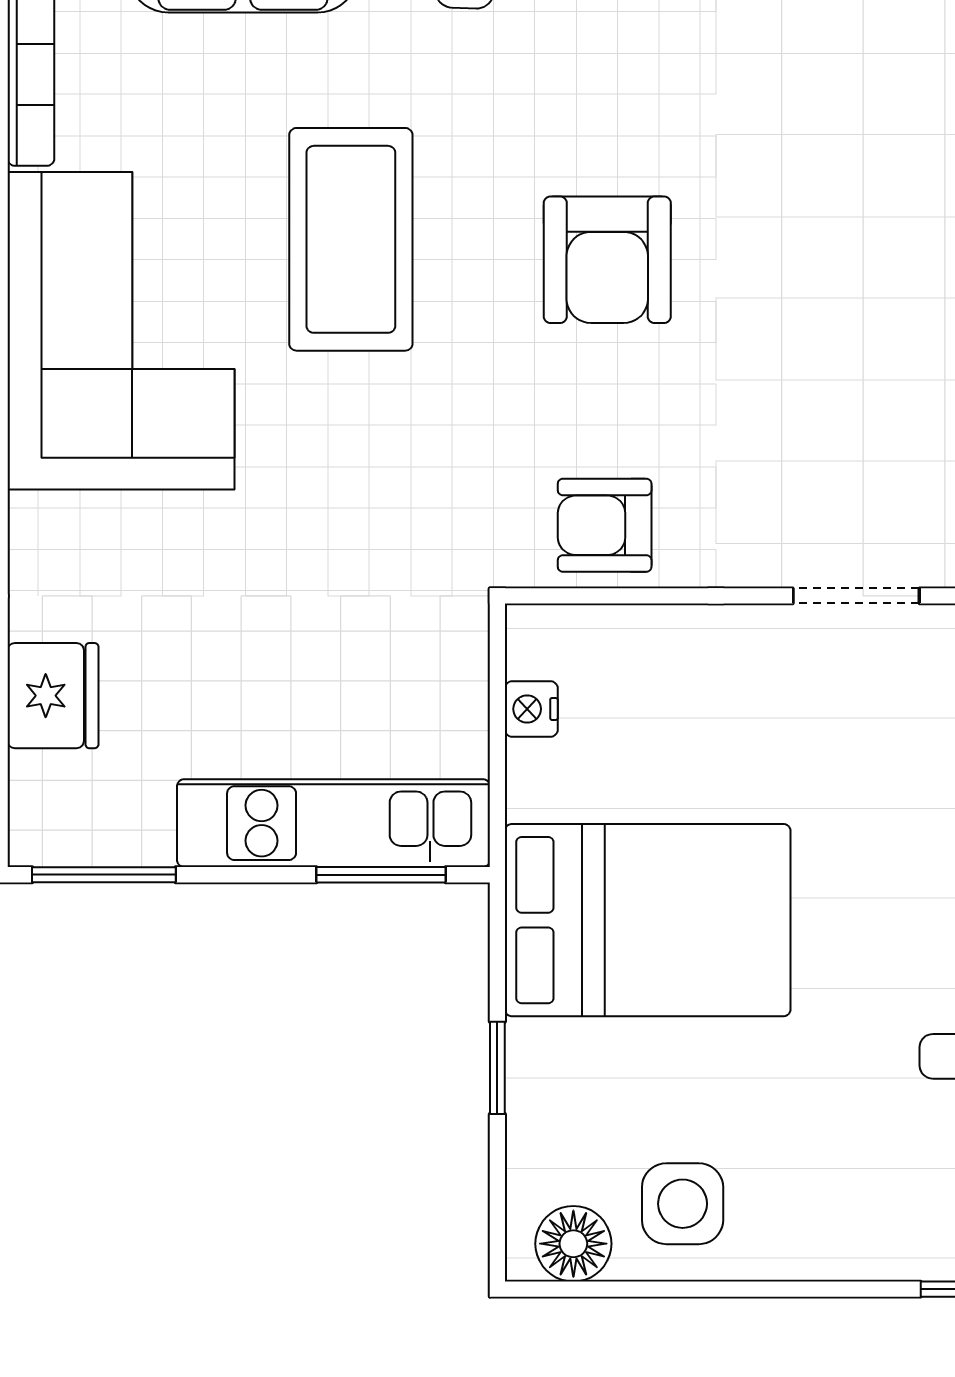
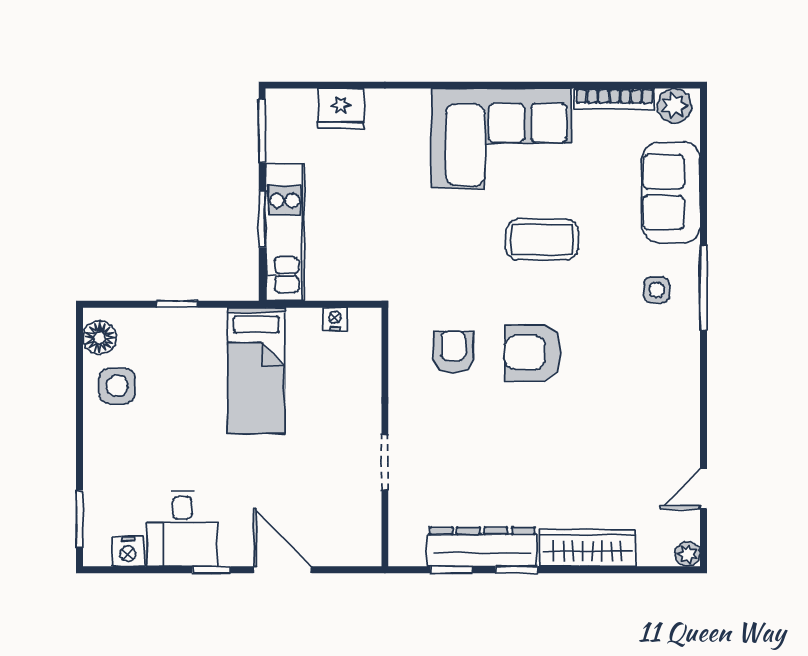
coffee table: (351, 239) -> (542, 240), width x0.73, depth x0.76
armchair: (605, 525) -> (453, 352), moved
window: (381, 875) -> (262, 219), moved
bed: (648, 920) -> (256, 370), width x0.67

